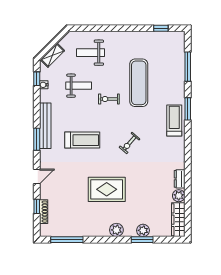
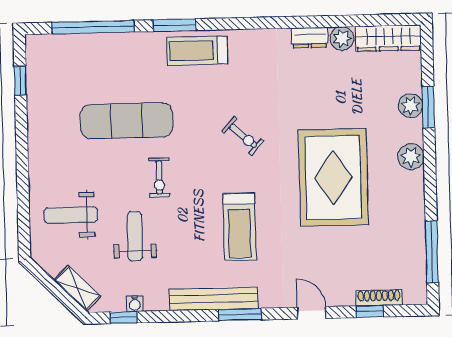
weight bench: (90, 53) -> (71, 215), turned 90
window: (188, 67) -> (93, 27), width x1.46
treadmill: (82, 140) -> (239, 227), turned 180
rug: (107, 189) -> (333, 177), width x1.37, depth x1.44

